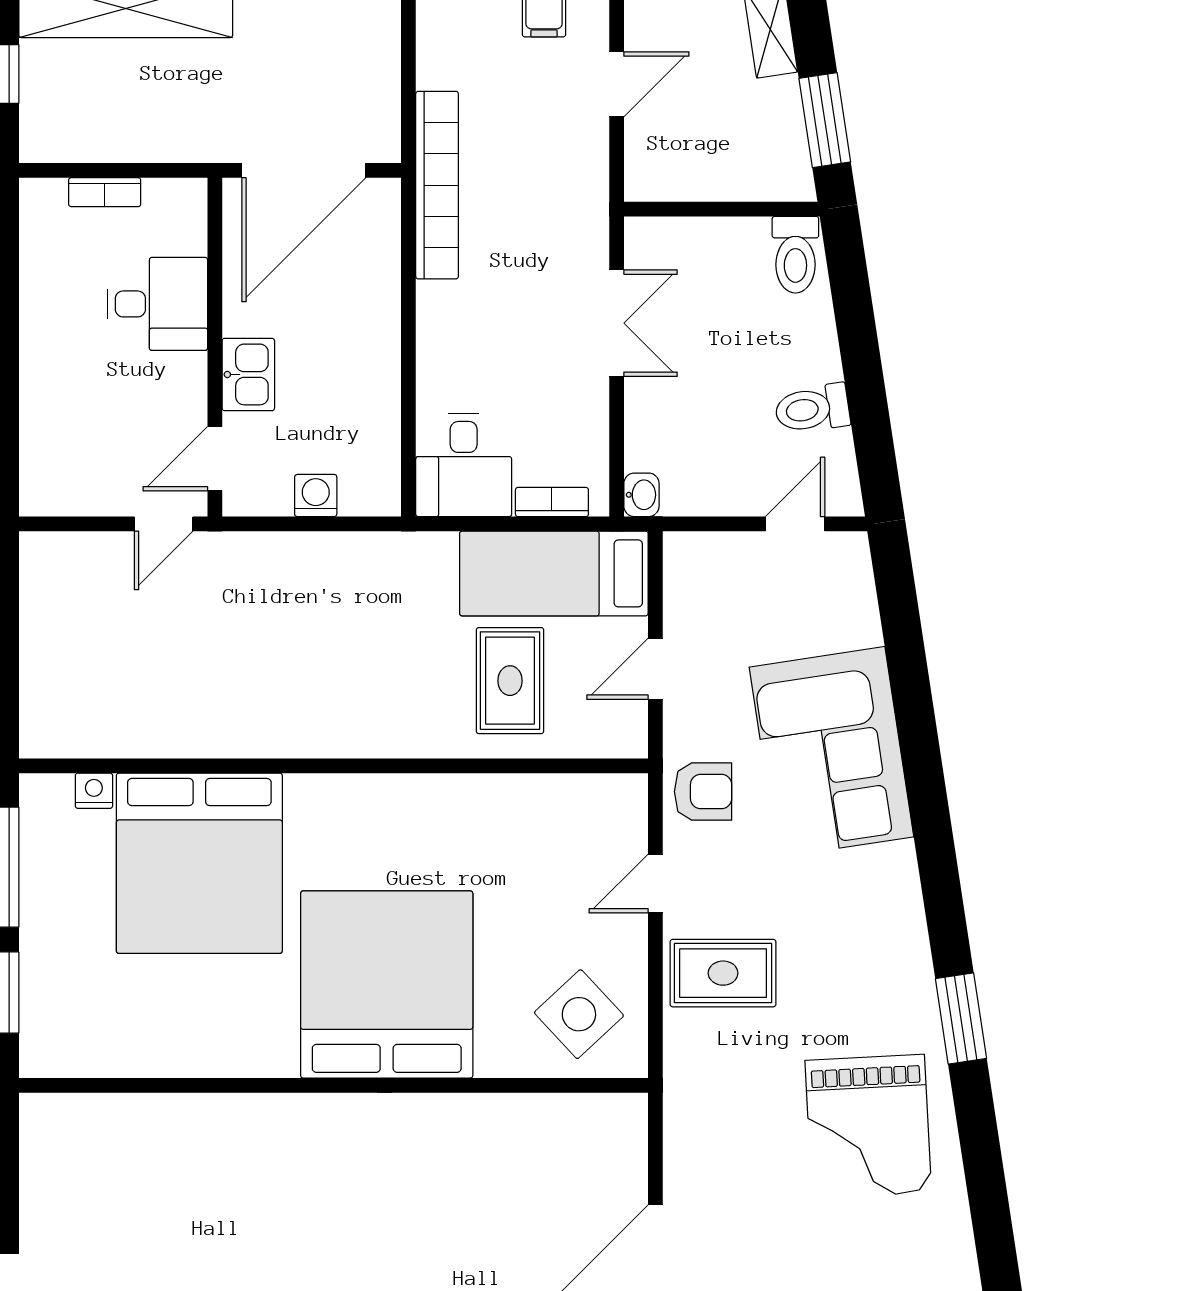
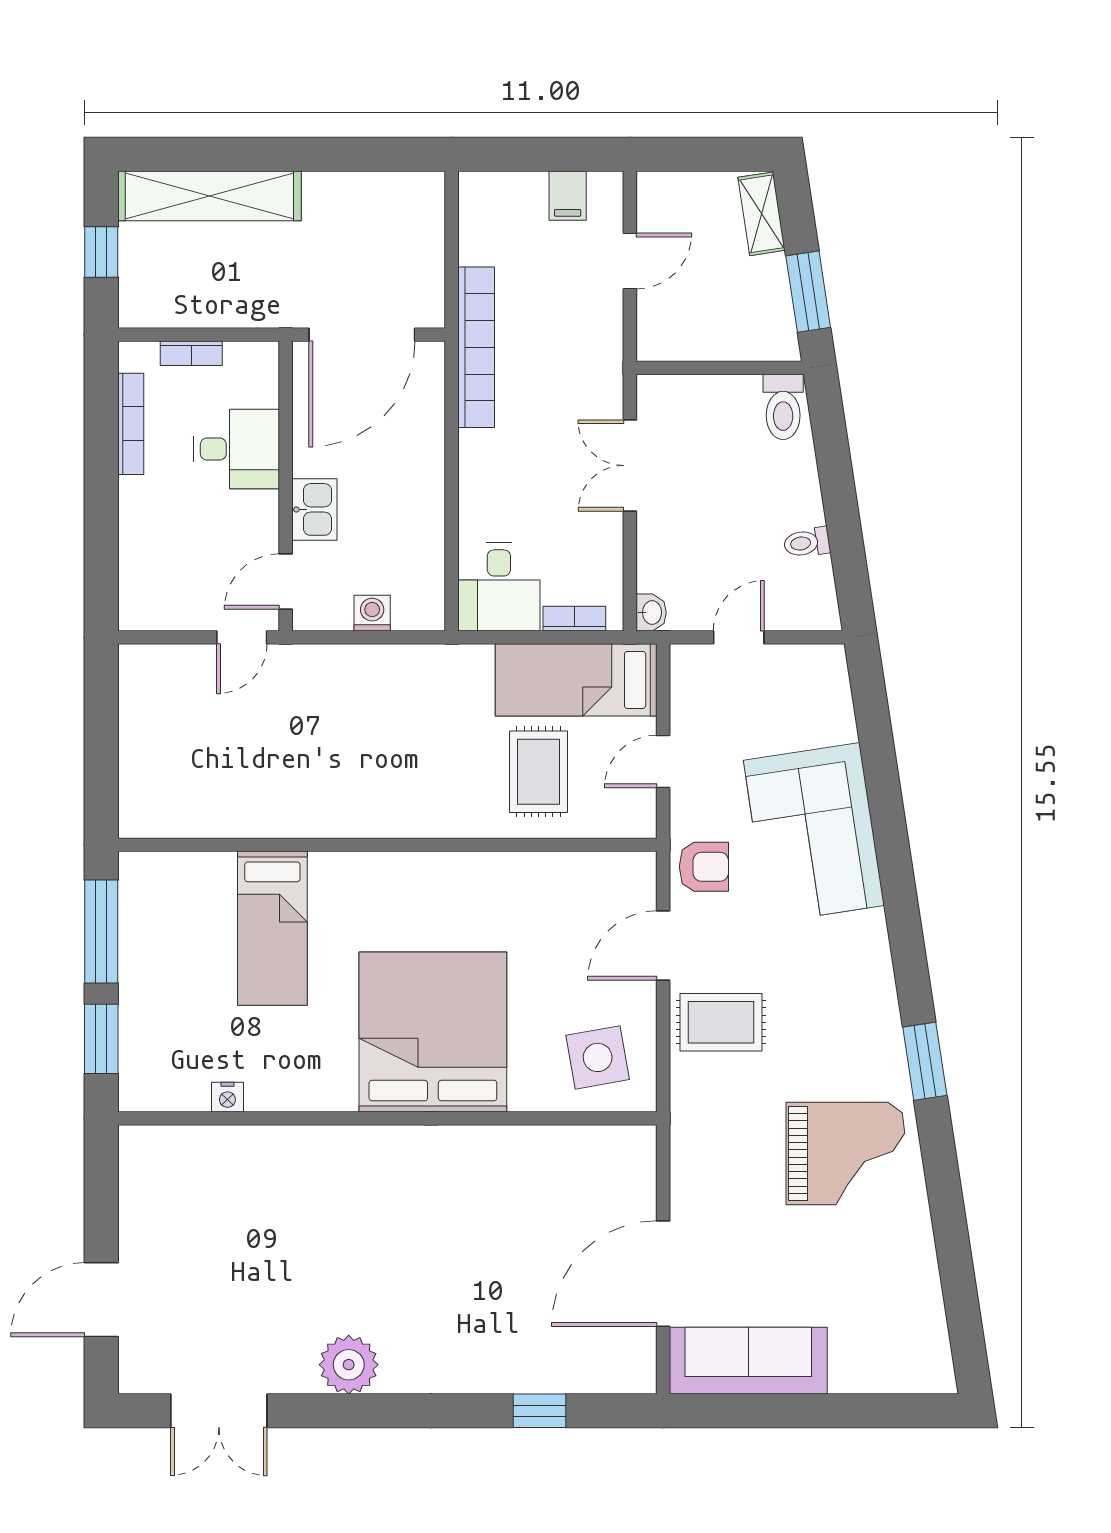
bookcase: (34, 274) -> (131, 424), added
double door: (617, 323) -> (630, 466), swing flipped
toilet: (812, 409) -> (807, 543), width x0.73, depth x0.72
door: (795, 524) -> (739, 637), moved
nightstand: (94, 791) -> (227, 1097), moved, turned 180
bed: (199, 863) -> (272, 928), width x0.49
door: (655, 883) -> (663, 946), width x1.38
side table: (579, 1014) -> (598, 1057), turned 33
grand piano: (868, 1126) -> (845, 1154), turned -87

